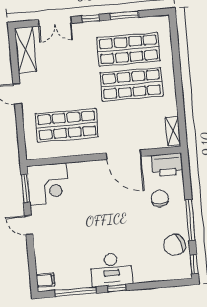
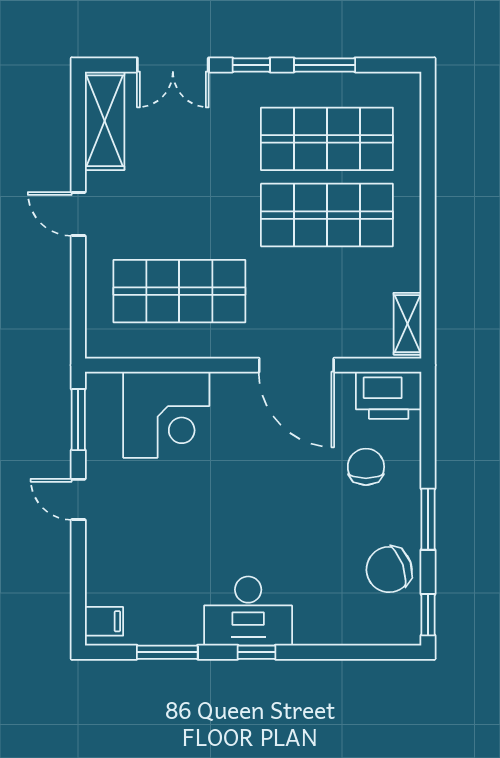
corner desk: (48, 184) -> (166, 415), moved
window: (190, 220) -> (428, 519), width x0.69
window: (76, 292) -> (167, 652), width x0.69

